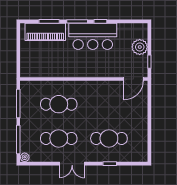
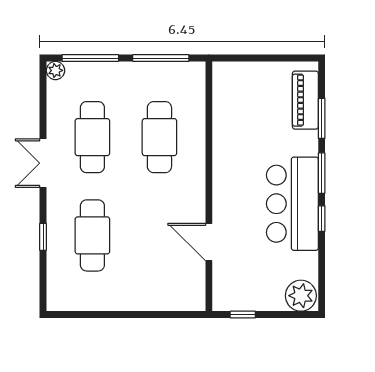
piano: (45, 32) -> (305, 100), width x0.73, depth x0.75
plant: (140, 47) -> (301, 296), moved
door: (134, 79) -> (209, 242), moved

